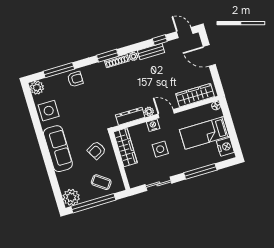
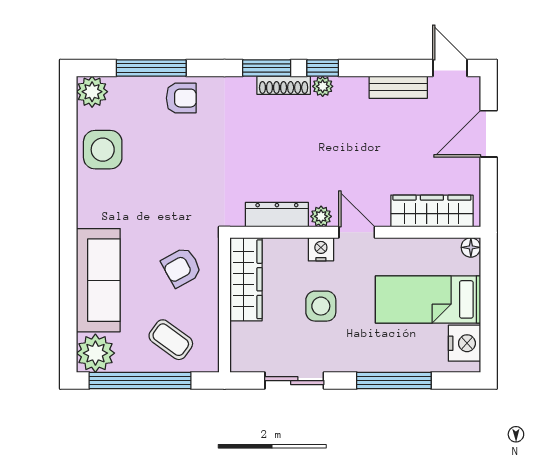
window: (160, 40) -> (323, 68), moved
bench: (151, 51) -> (398, 87), moved
door: (209, 55) -> (489, 134), hinge flipped
sofa: (58, 149) -> (98, 280), moved

